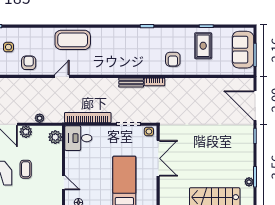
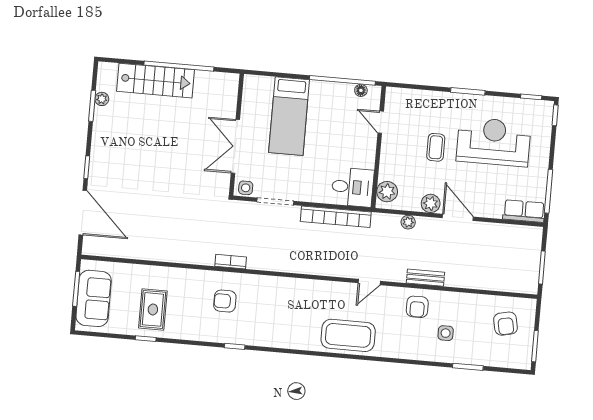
armchair: (173, 59) -> (225, 301), moved, turned -90
bench: (131, 82) -> (425, 278), moved

